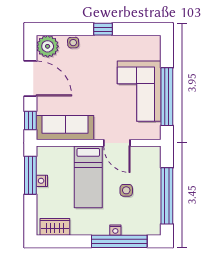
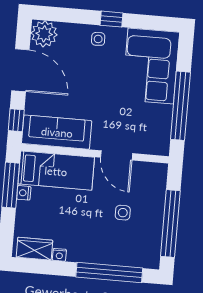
side table: (73, 43) -> (98, 39), moved
corner sofa: (139, 91) -> (151, 66), moved
bed: (88, 177) -> (56, 171), moved, turned -90
nightstand: (115, 230) -> (59, 255), moved

